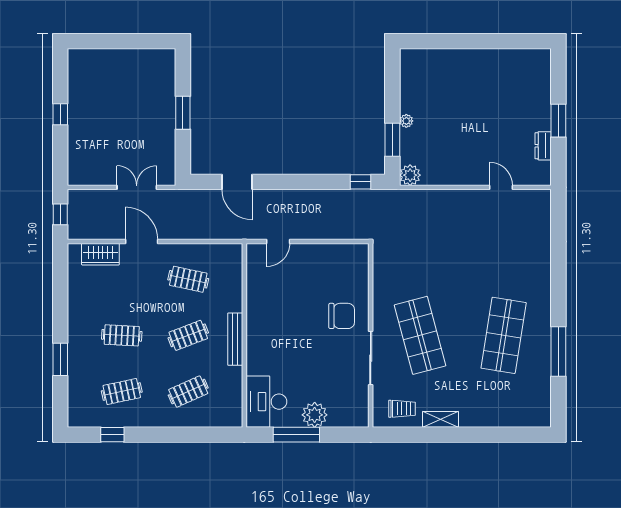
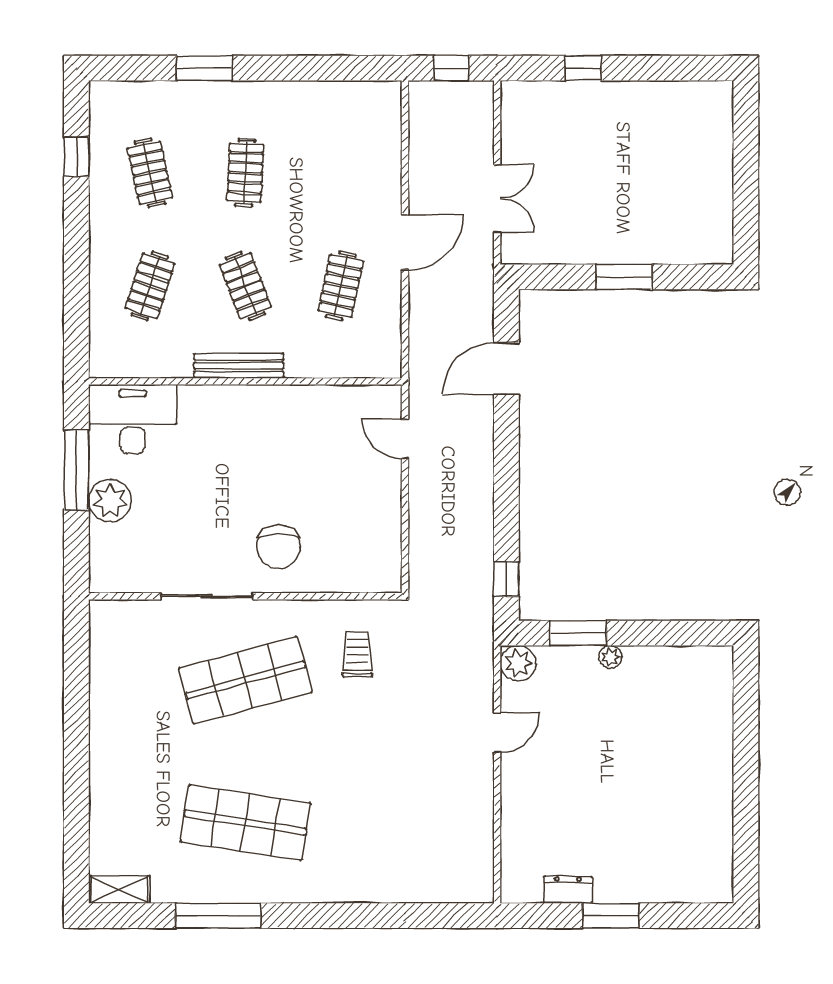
window: (60, 114) -> (583, 68), moved
door: (501, 187) -> (497, 732), moved
door: (142, 242) -> (405, 242), moved
wardrobe: (100, 254) -> (383, 137), removed
clothes rail: (188, 392) -> (150, 286), turned 42
trolley: (402, 409) -> (357, 654), moved, turned 180
shelving: (441, 419) -> (119, 890), moved, turned 90

